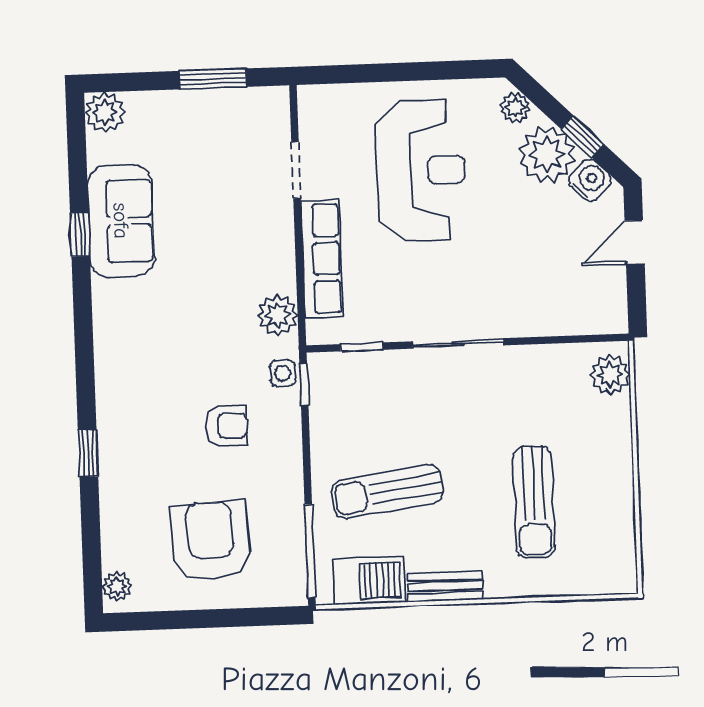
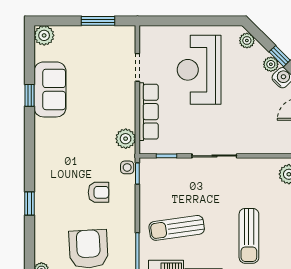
plant: (547, 155) -> (271, 64), width x0.53, depth x0.53
reception desk: (421, 170) -> (199, 70), turned 180

